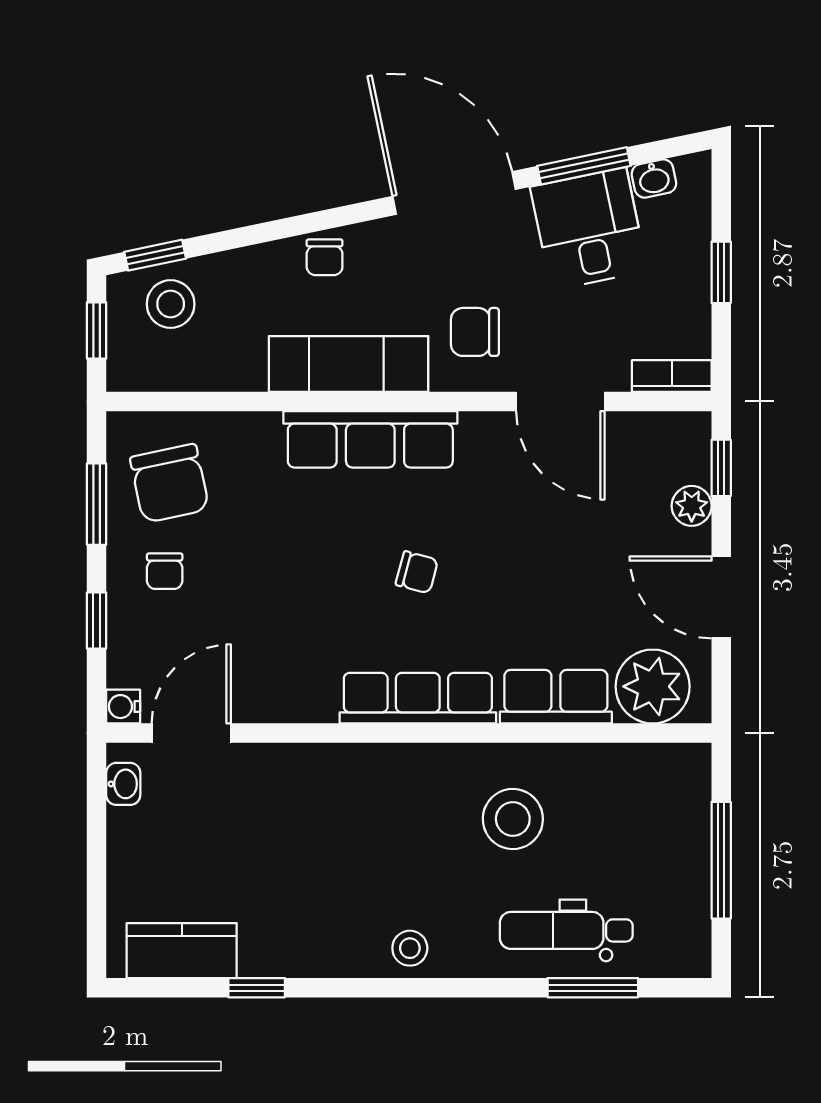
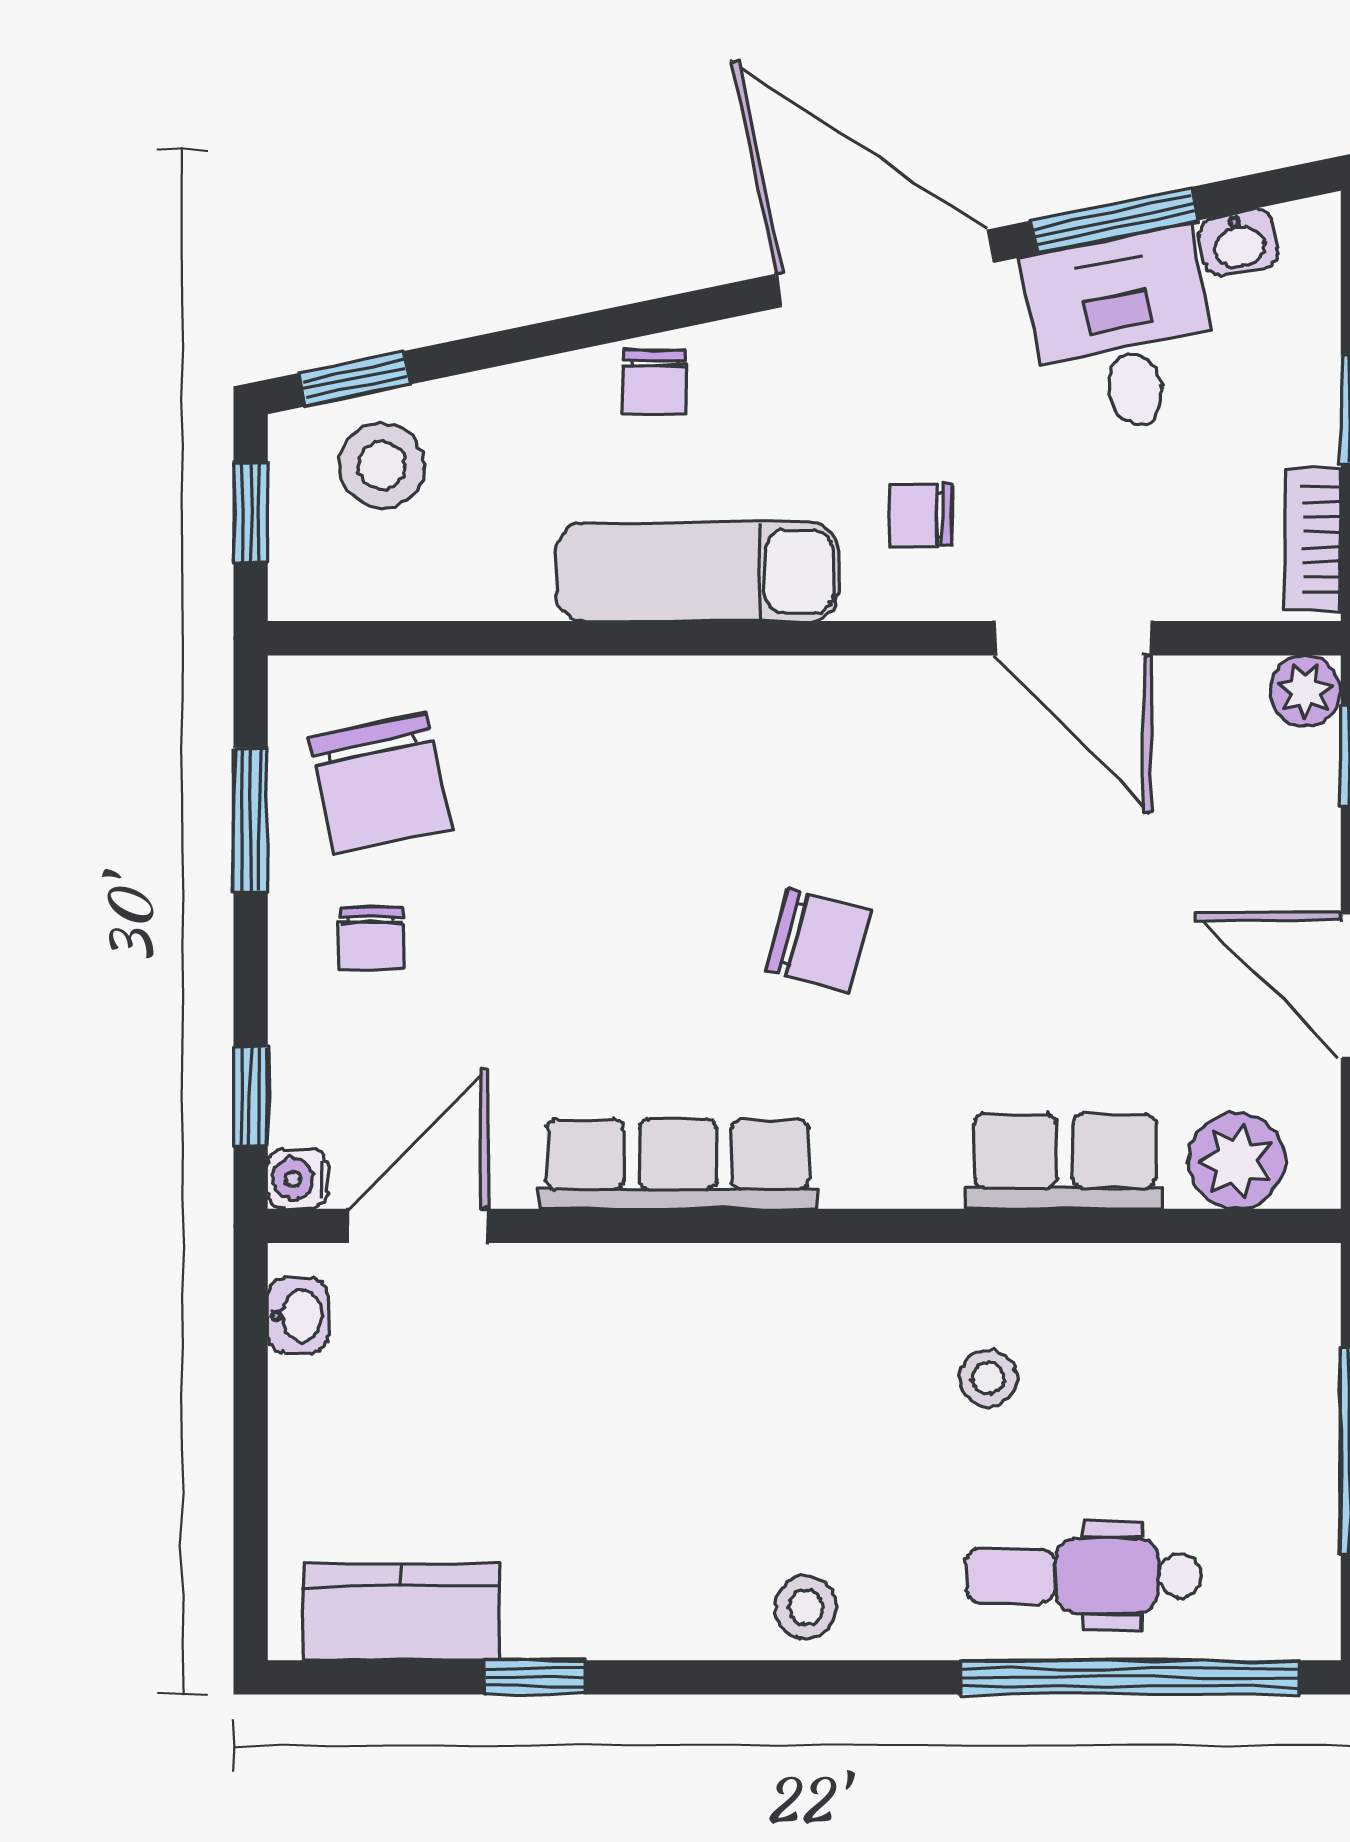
chair: (475, 332) -> (921, 515), width x0.73, depth x0.73
bookcase: (672, 376) -> (1313, 539), moved, turned -90
row of seats: (370, 439) -> (736, 705), removed
plant: (692, 506) -> (1305, 691), moved
chair: (417, 572) -> (818, 941), width x1.37, depth x1.37
window: (97, 620) -> (251, 1097), moved
plant: (653, 686) -> (1236, 1161), width x0.73, depth x0.73
row of seats: (418, 698) -> (678, 1164), moved
stool: (513, 819) -> (989, 1378), width x0.53, depth x0.53
window: (593, 988) -> (1130, 1677), width x2.11

